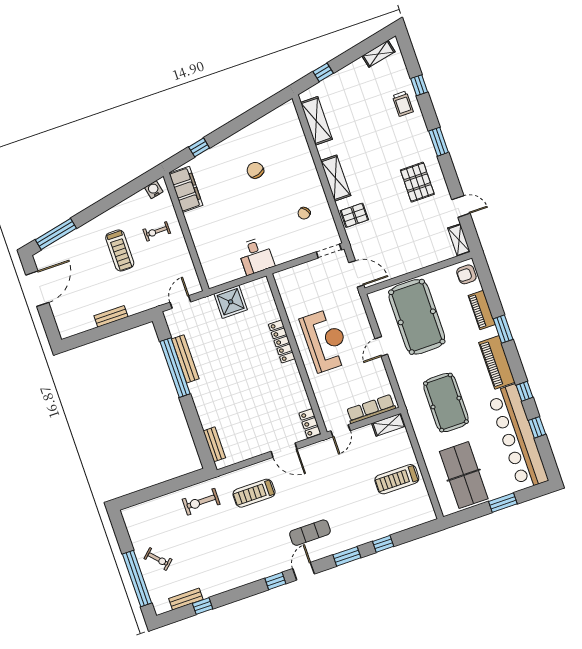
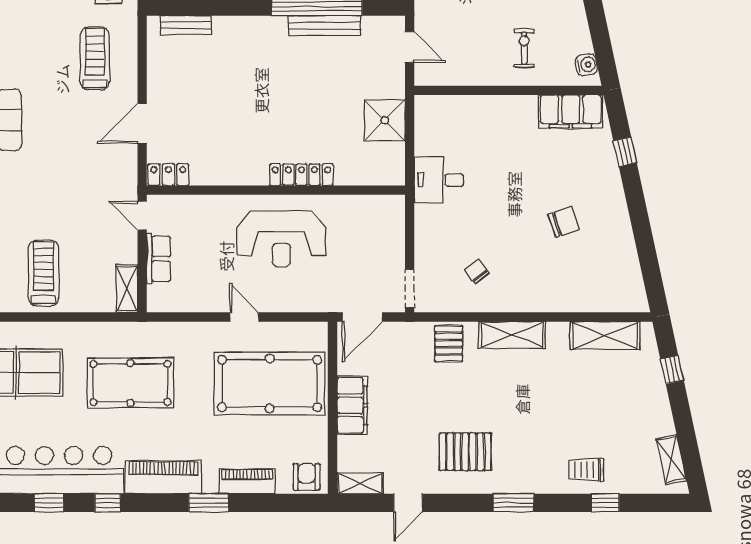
filing cabinet: (413, 261) -> (352, 405), added
row of seats: (371, 409) -> (159, 259), width x0.68

